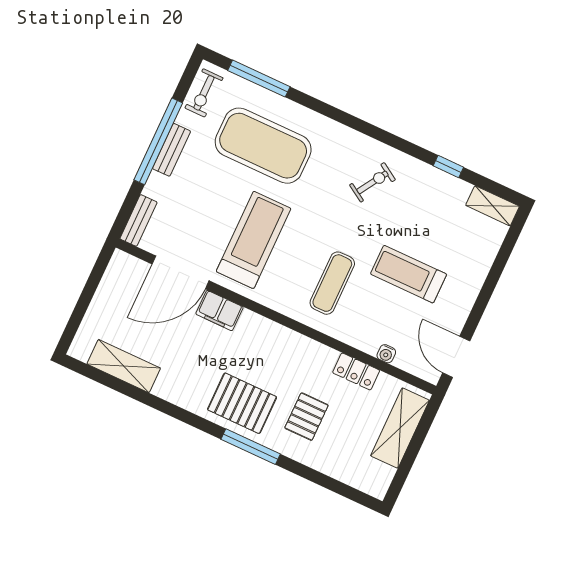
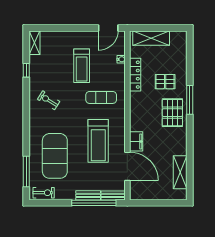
window: (158, 141) -> (94, 203), moved
bench: (171, 150) -> (88, 195), moved
treadmill: (254, 240) -> (98, 141), turned -90
locker: (356, 371) -> (135, 75), width x1.53

